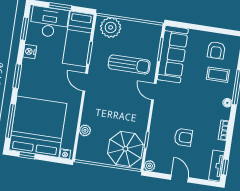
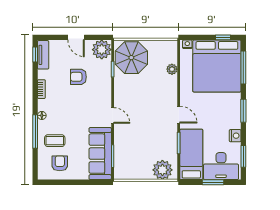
sun lounger: (129, 64) -> (140, 138), removed
plant: (149, 166) -> (102, 50), width x1.88, depth x1.88

